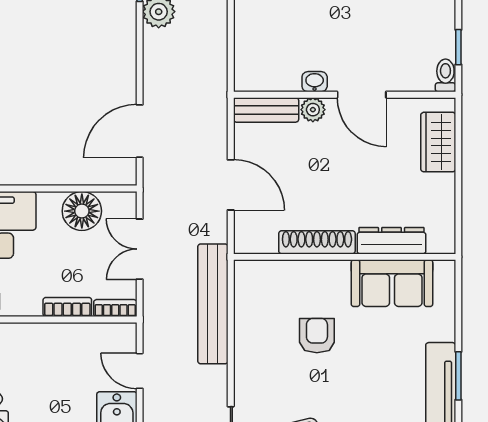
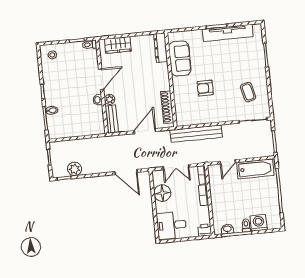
dresser: (391, 241) -> (161, 48), moved
shoe rack: (317, 242) -> (167, 107), moved

